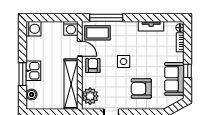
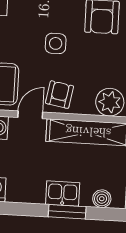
armchair: (93, 66) -> (60, 95), turned 100

